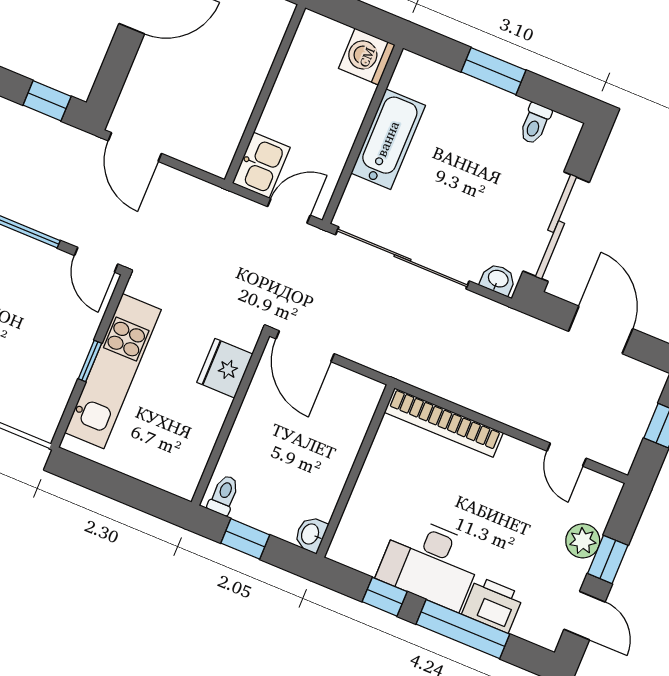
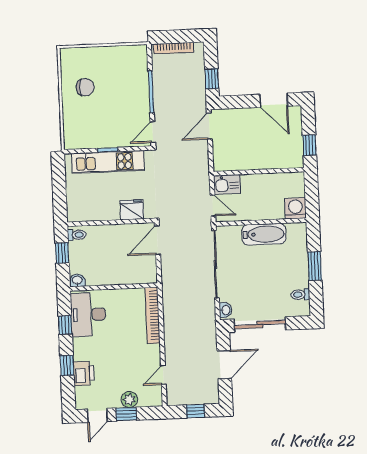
desk: (430, 563) -> (88, 315), moved
window: (463, 629) -> (67, 365), width x0.46

